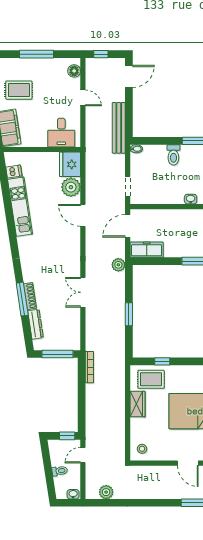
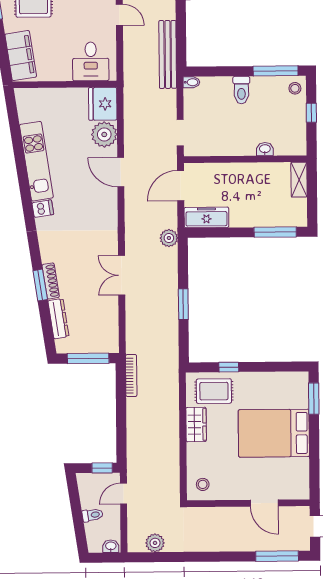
dishwasher: (14, 172) -> (43, 209), moved
window: (22, 299) -> (40, 285), width x0.69

